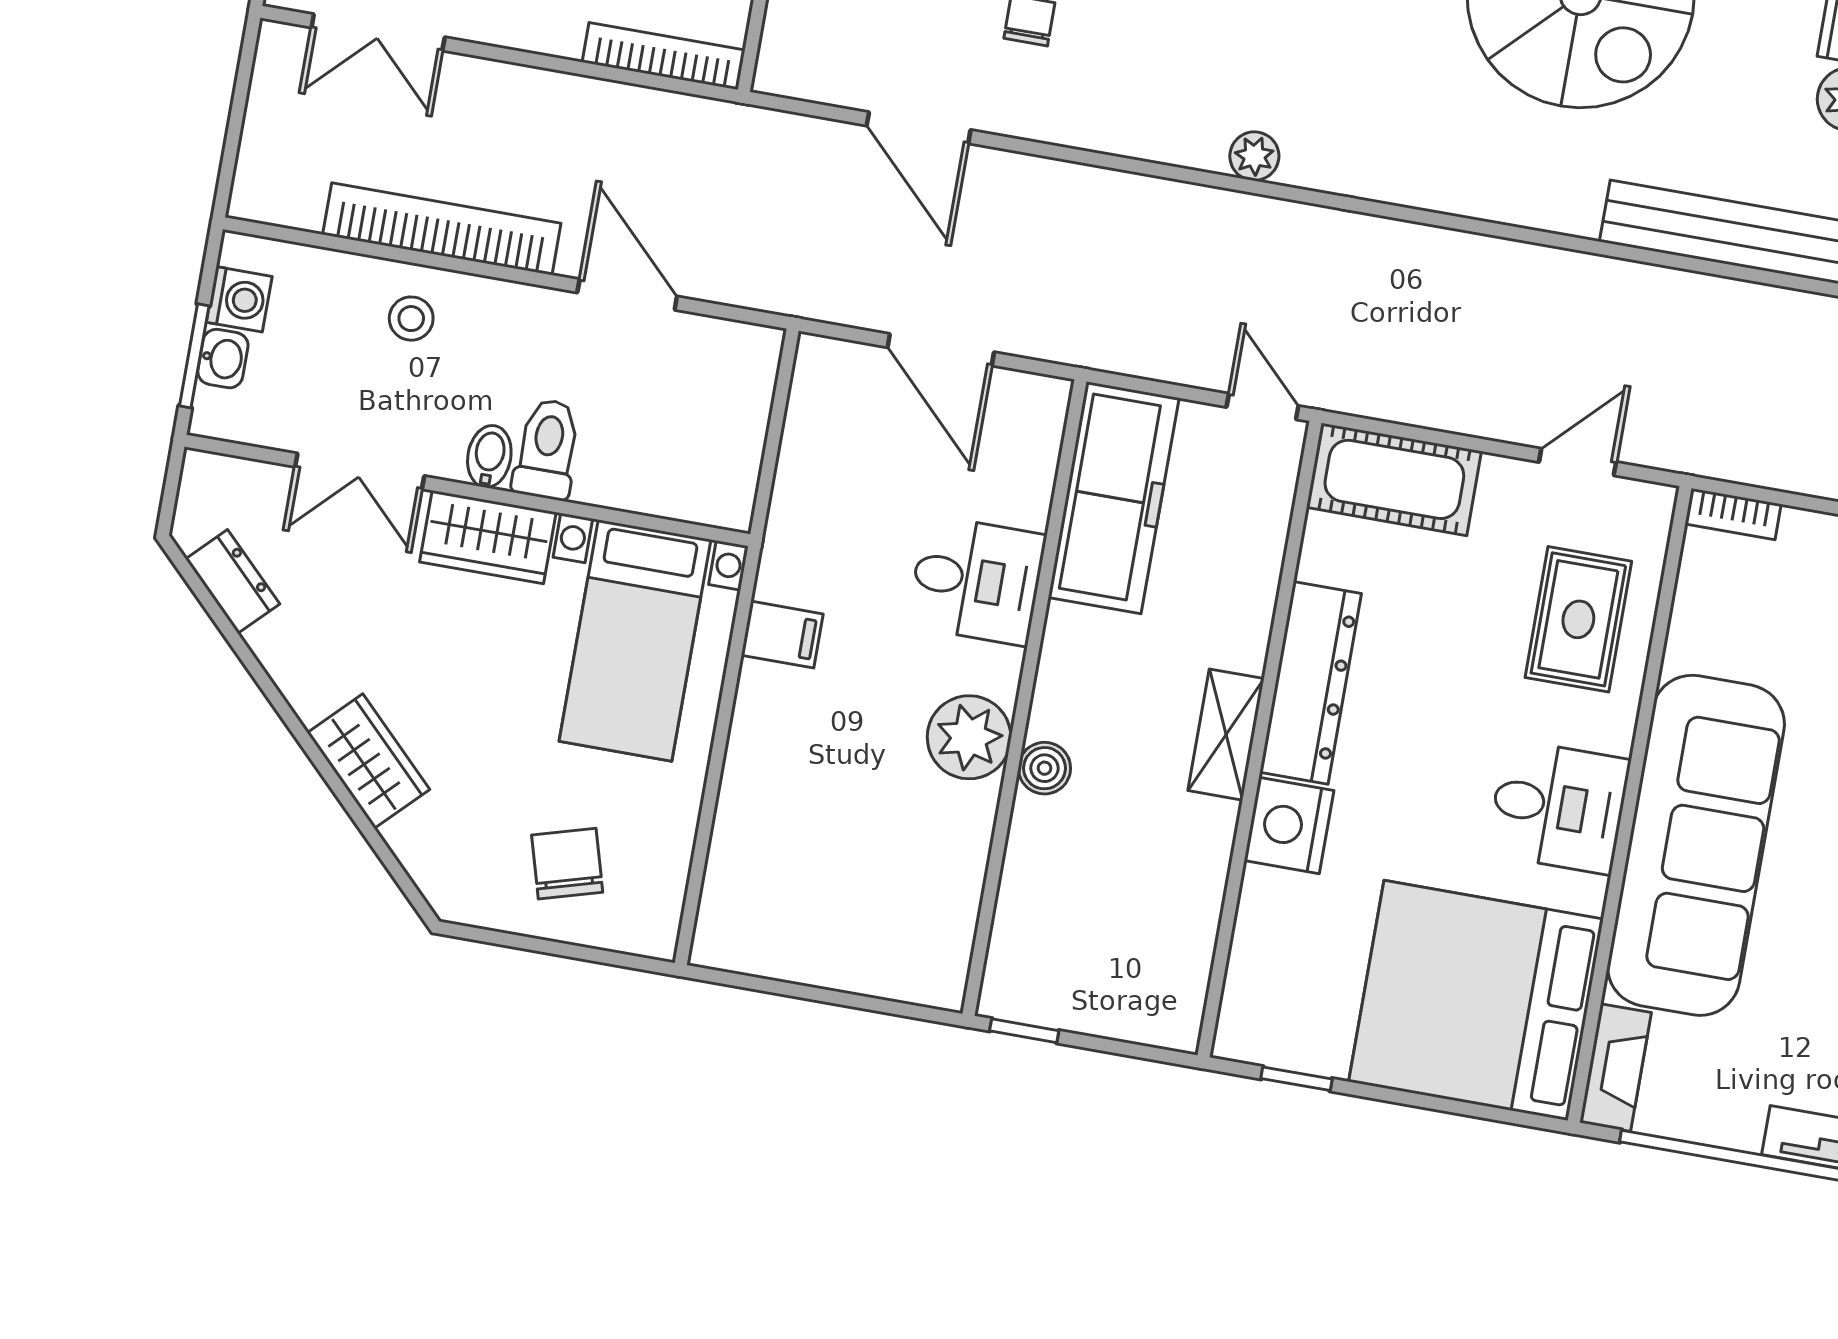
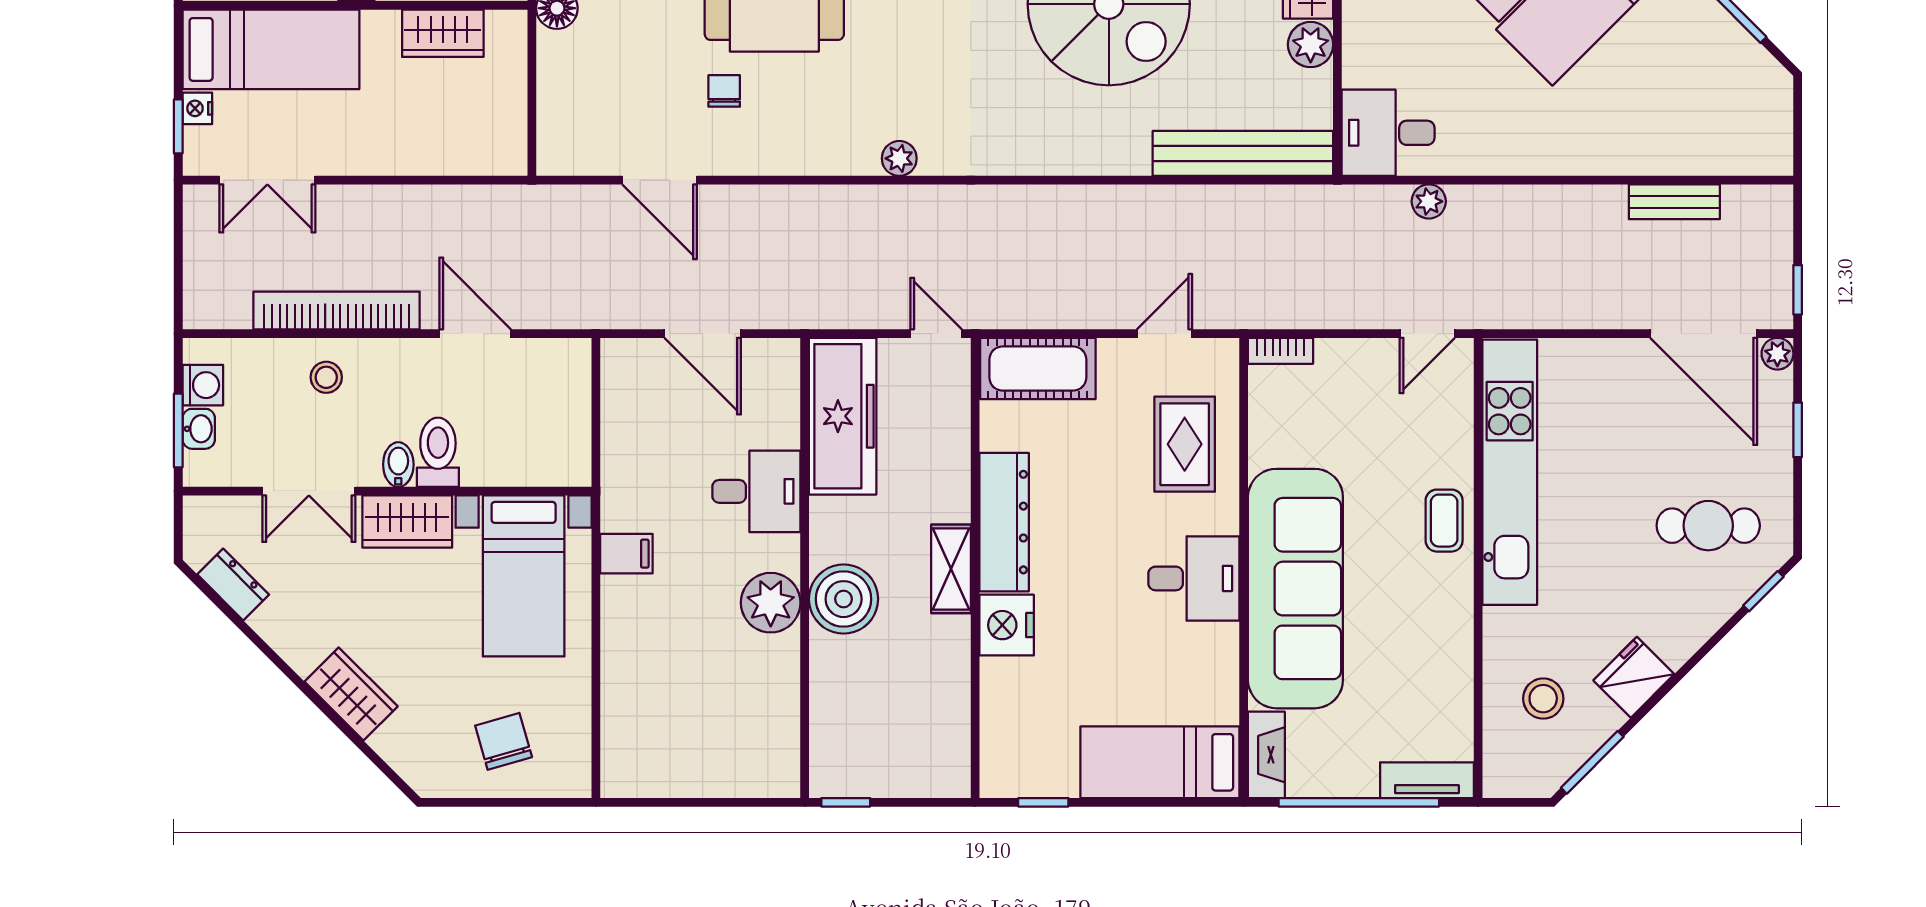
bookcase: (664, 56) -> (471, 161), removed
boiler: (1045, 768) -> (844, 599), width x1.86, depth x1.86
bed: (1476, 1000) -> (1160, 762), width x0.49

